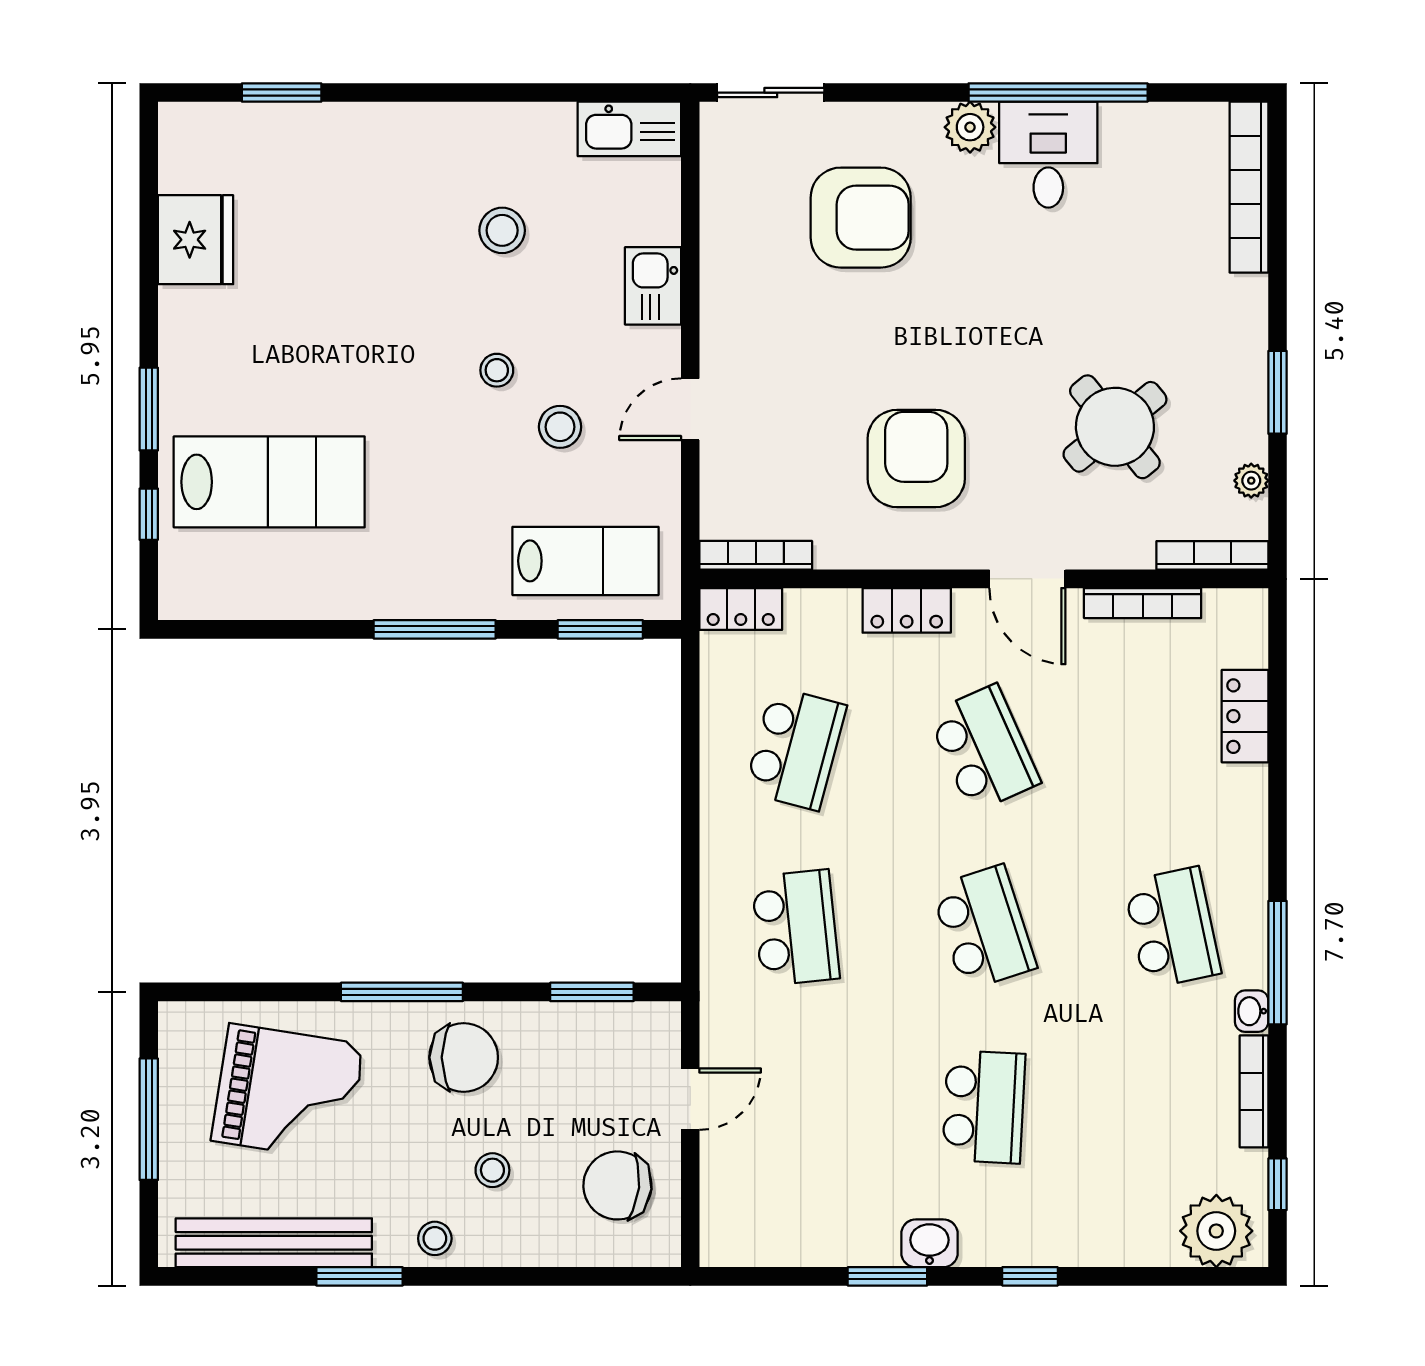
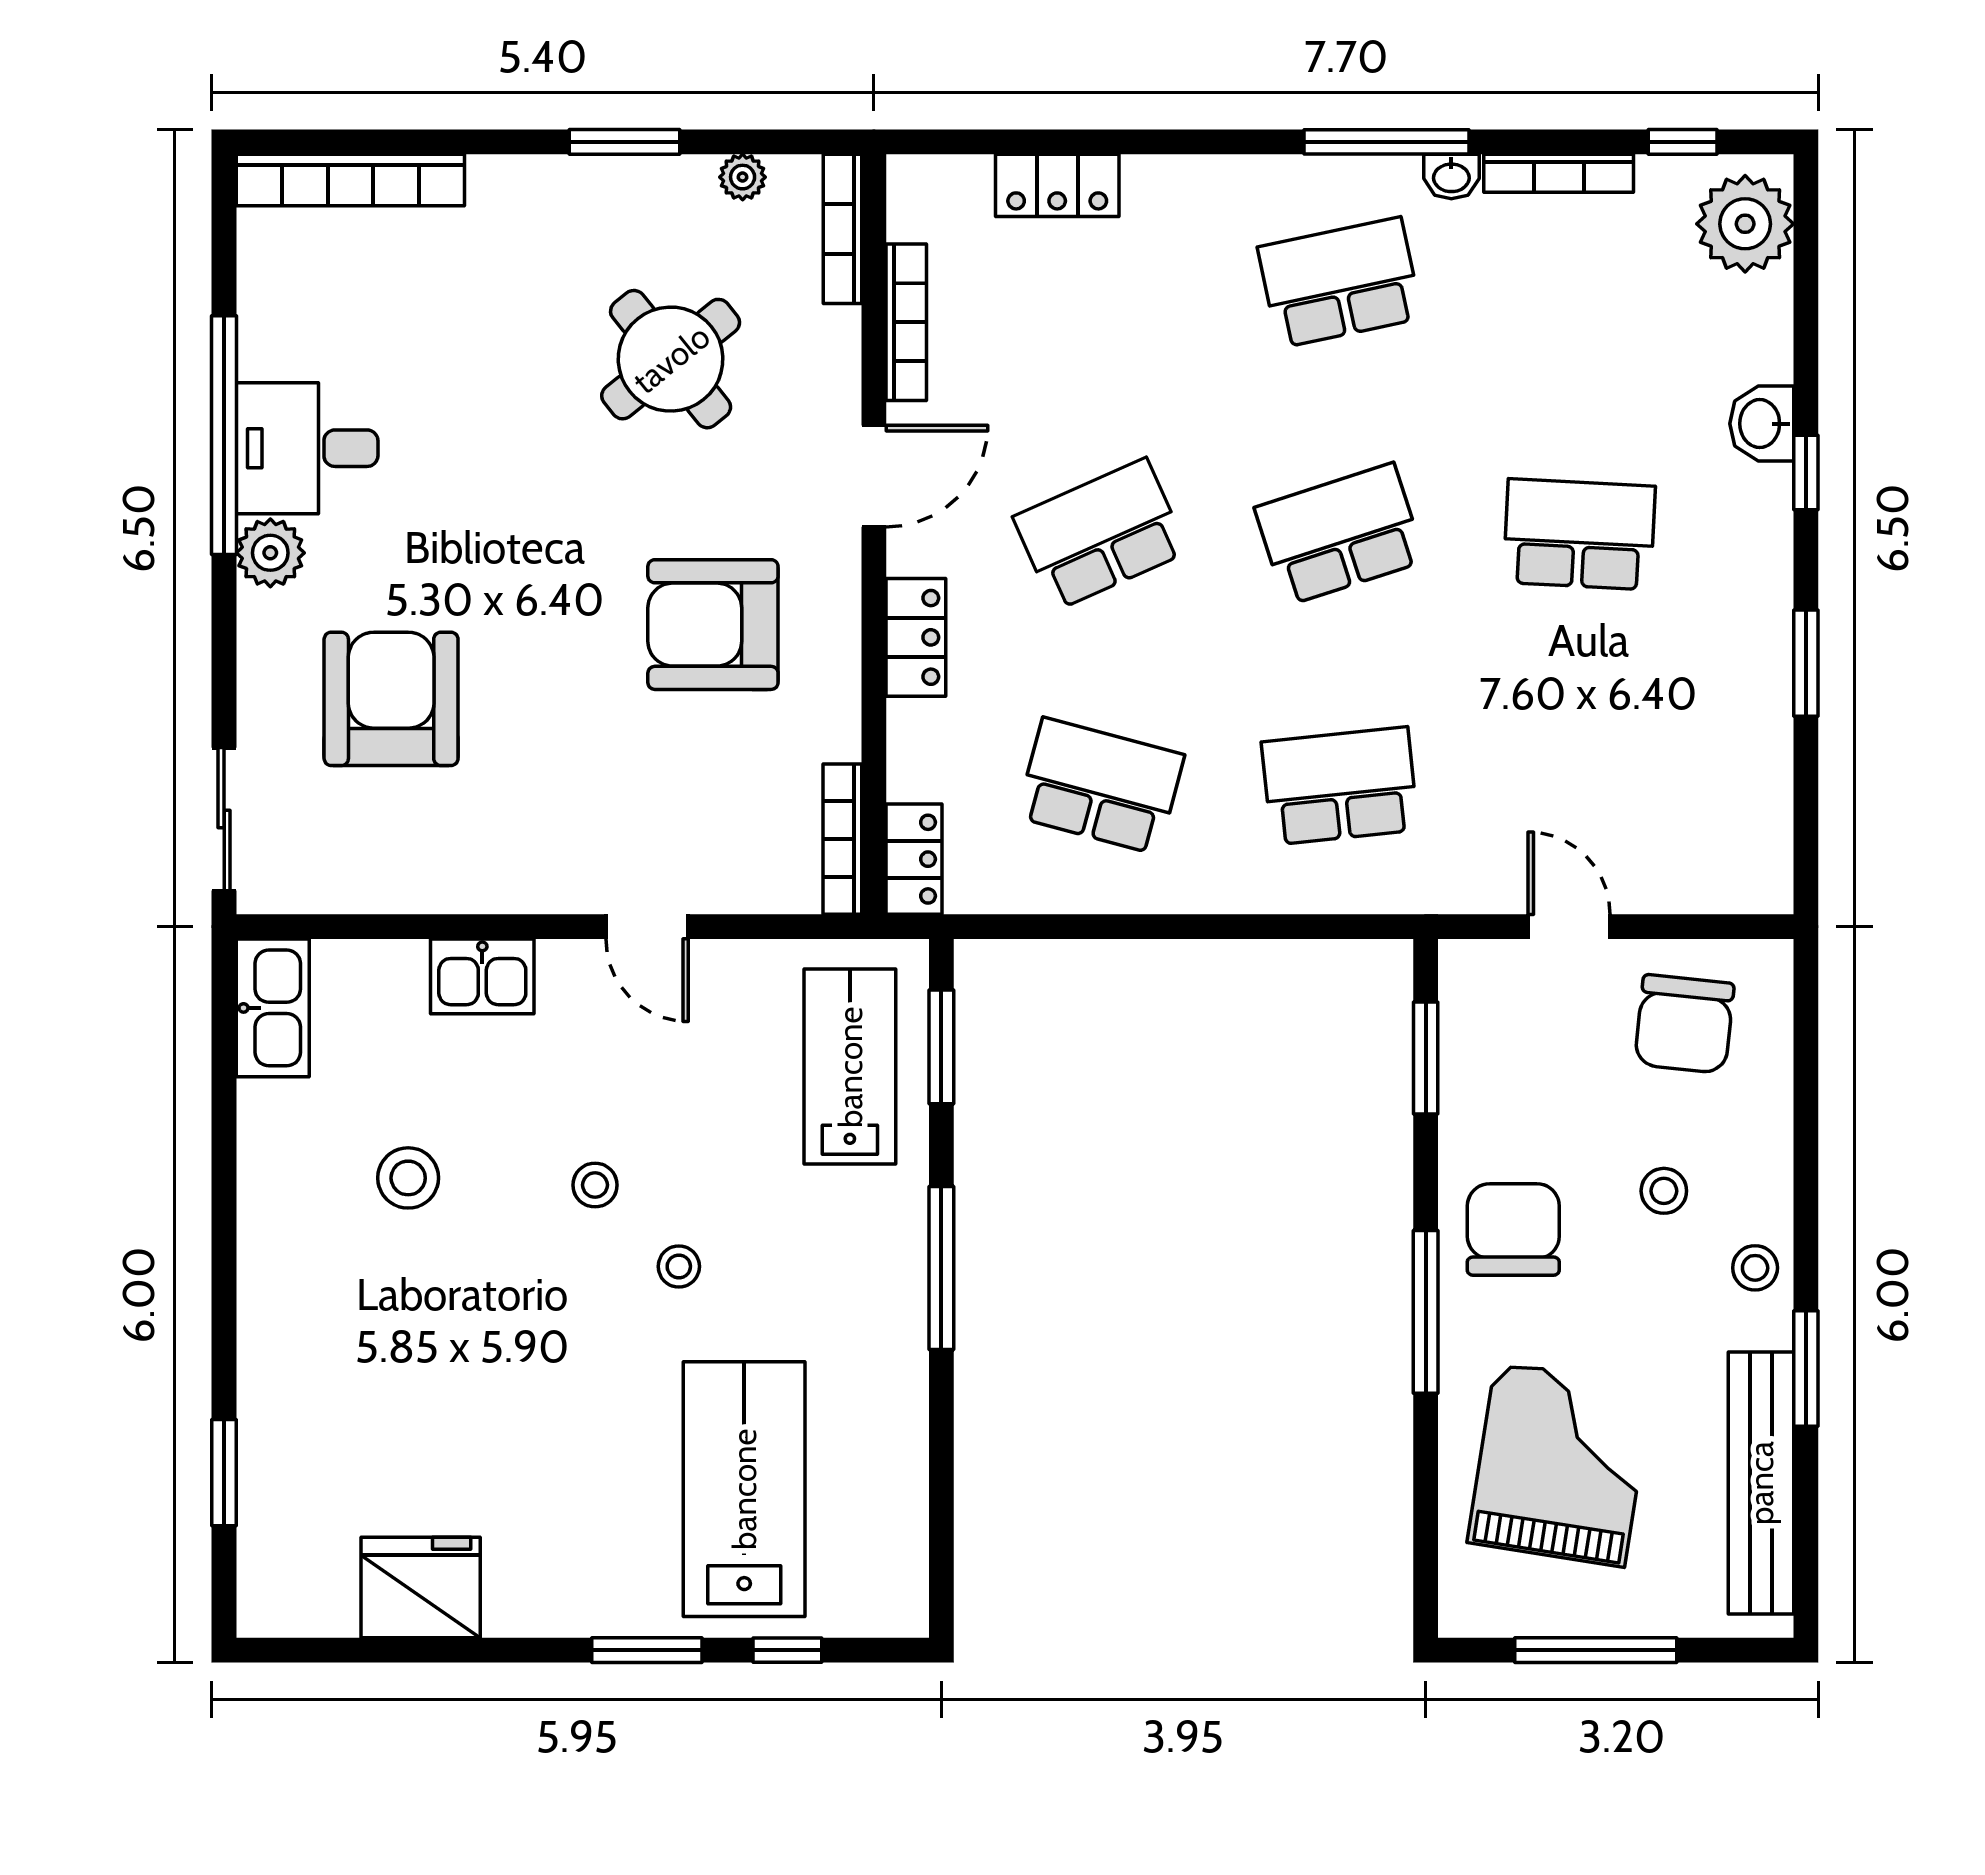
stool: (560, 427) -> (679, 1266), moved, width x0.73, depth x0.73
washbasin: (929, 1243) -> (1762, 424), moved

